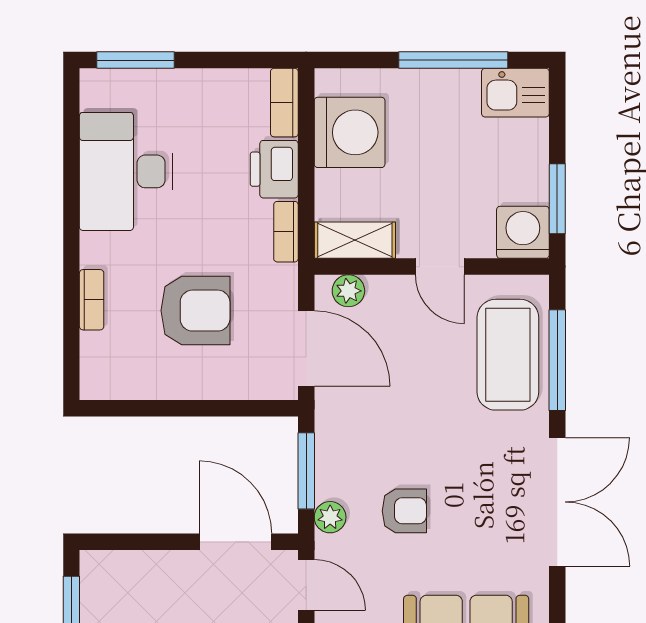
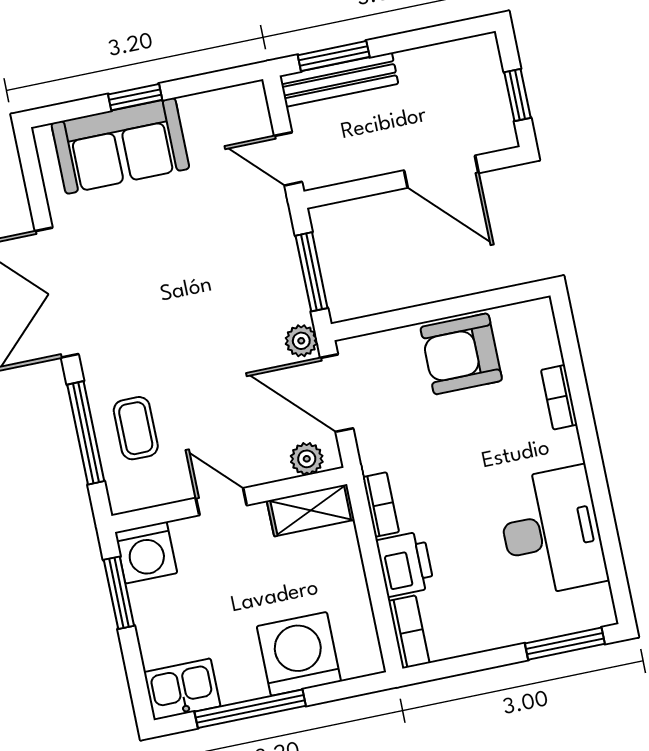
washing machine: (350, 132) -> (299, 654), moved, turned 90
armchair: (195, 311) -> (461, 354), moved
coffee table: (508, 355) -> (136, 428), width x0.54, depth x0.58
armchair: (404, 511) -> (206, 252), removed
plant: (330, 517) -> (301, 341), moved
door: (235, 542) -> (441, 172), moved

